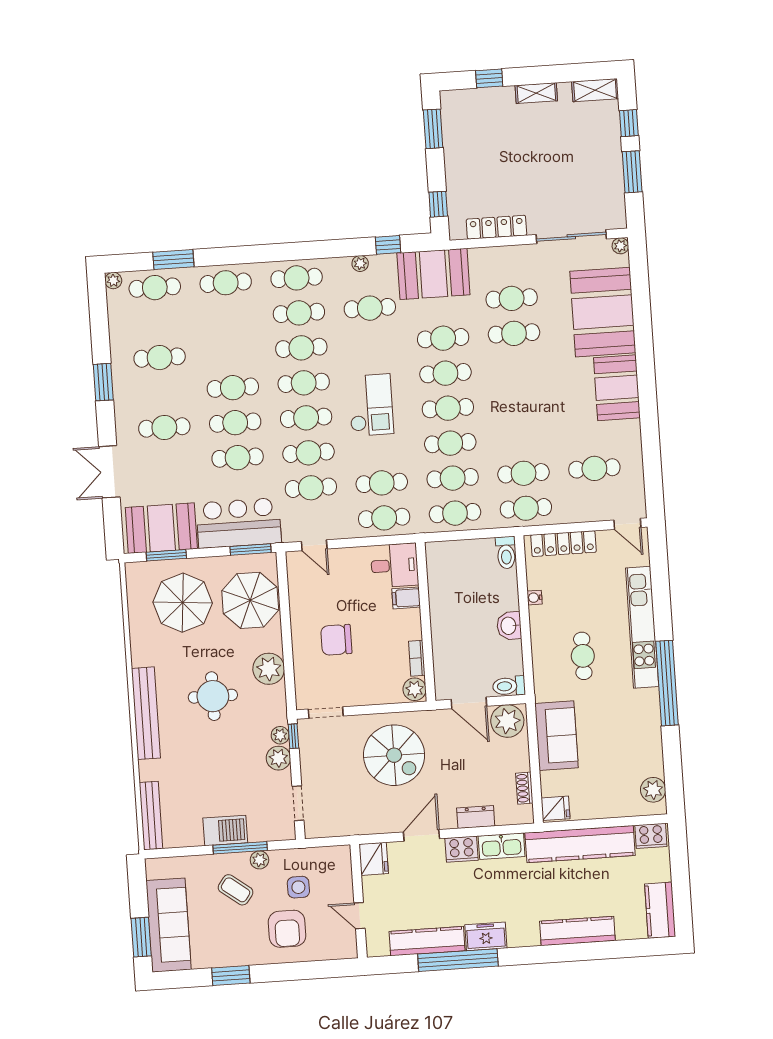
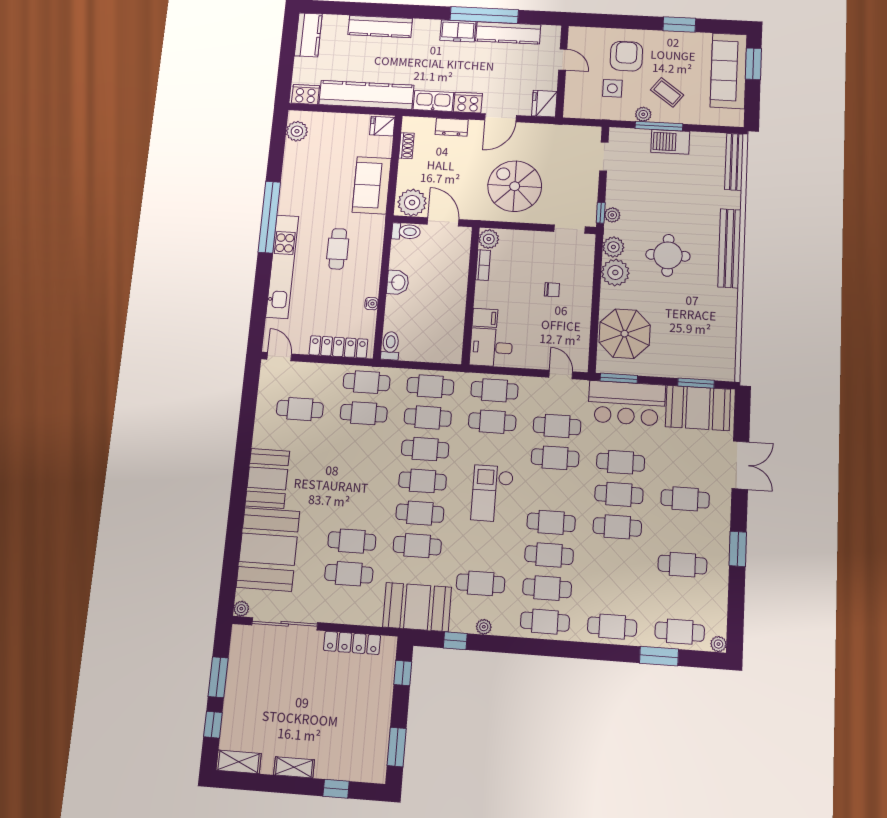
cafe table: (306, 418) -> (553, 490), removed
parasol: (183, 603) -> (686, 339), removed
chair: (336, 640) -> (552, 290), width x0.54, depth x0.54
plant: (278, 758) -> (613, 247), moved

